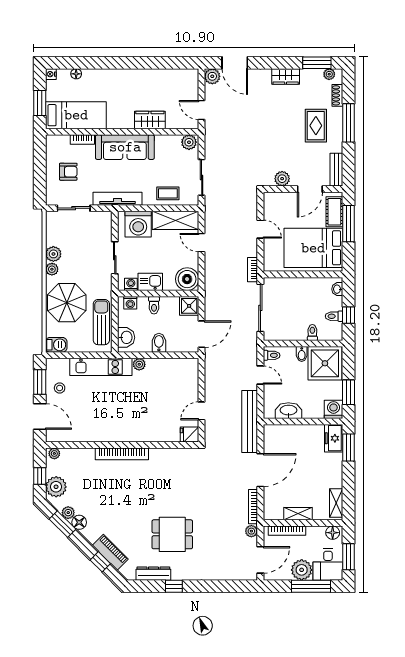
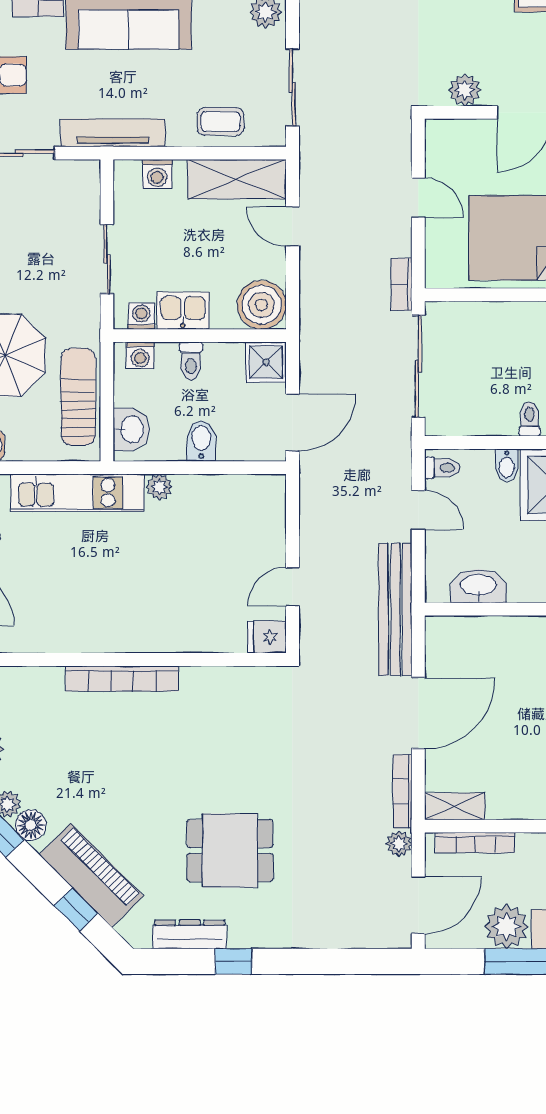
washing machine: (138, 224) -> (157, 174), width x0.53, depth x0.53
shelving: (298, 514) -> (455, 806), moved
piano: (110, 552) -> (91, 875), width x1.37, depth x1.33

